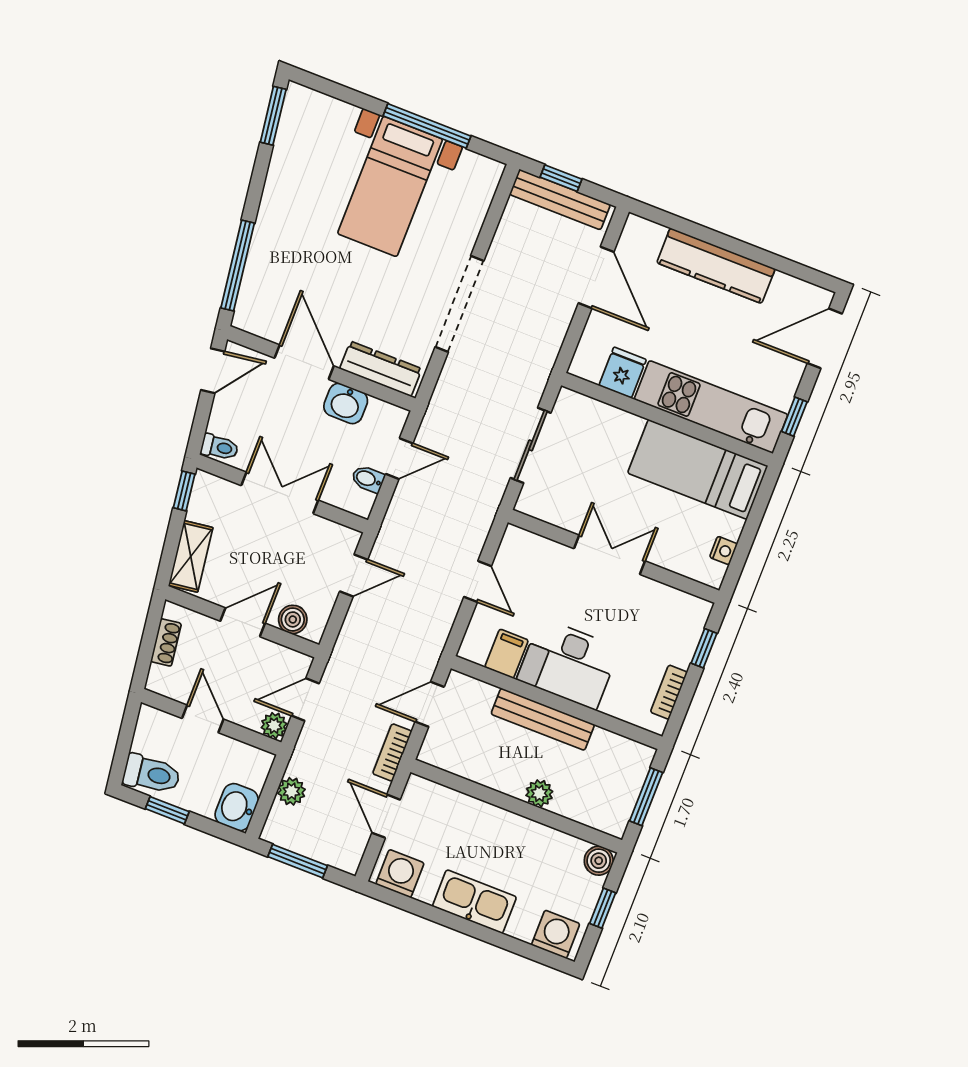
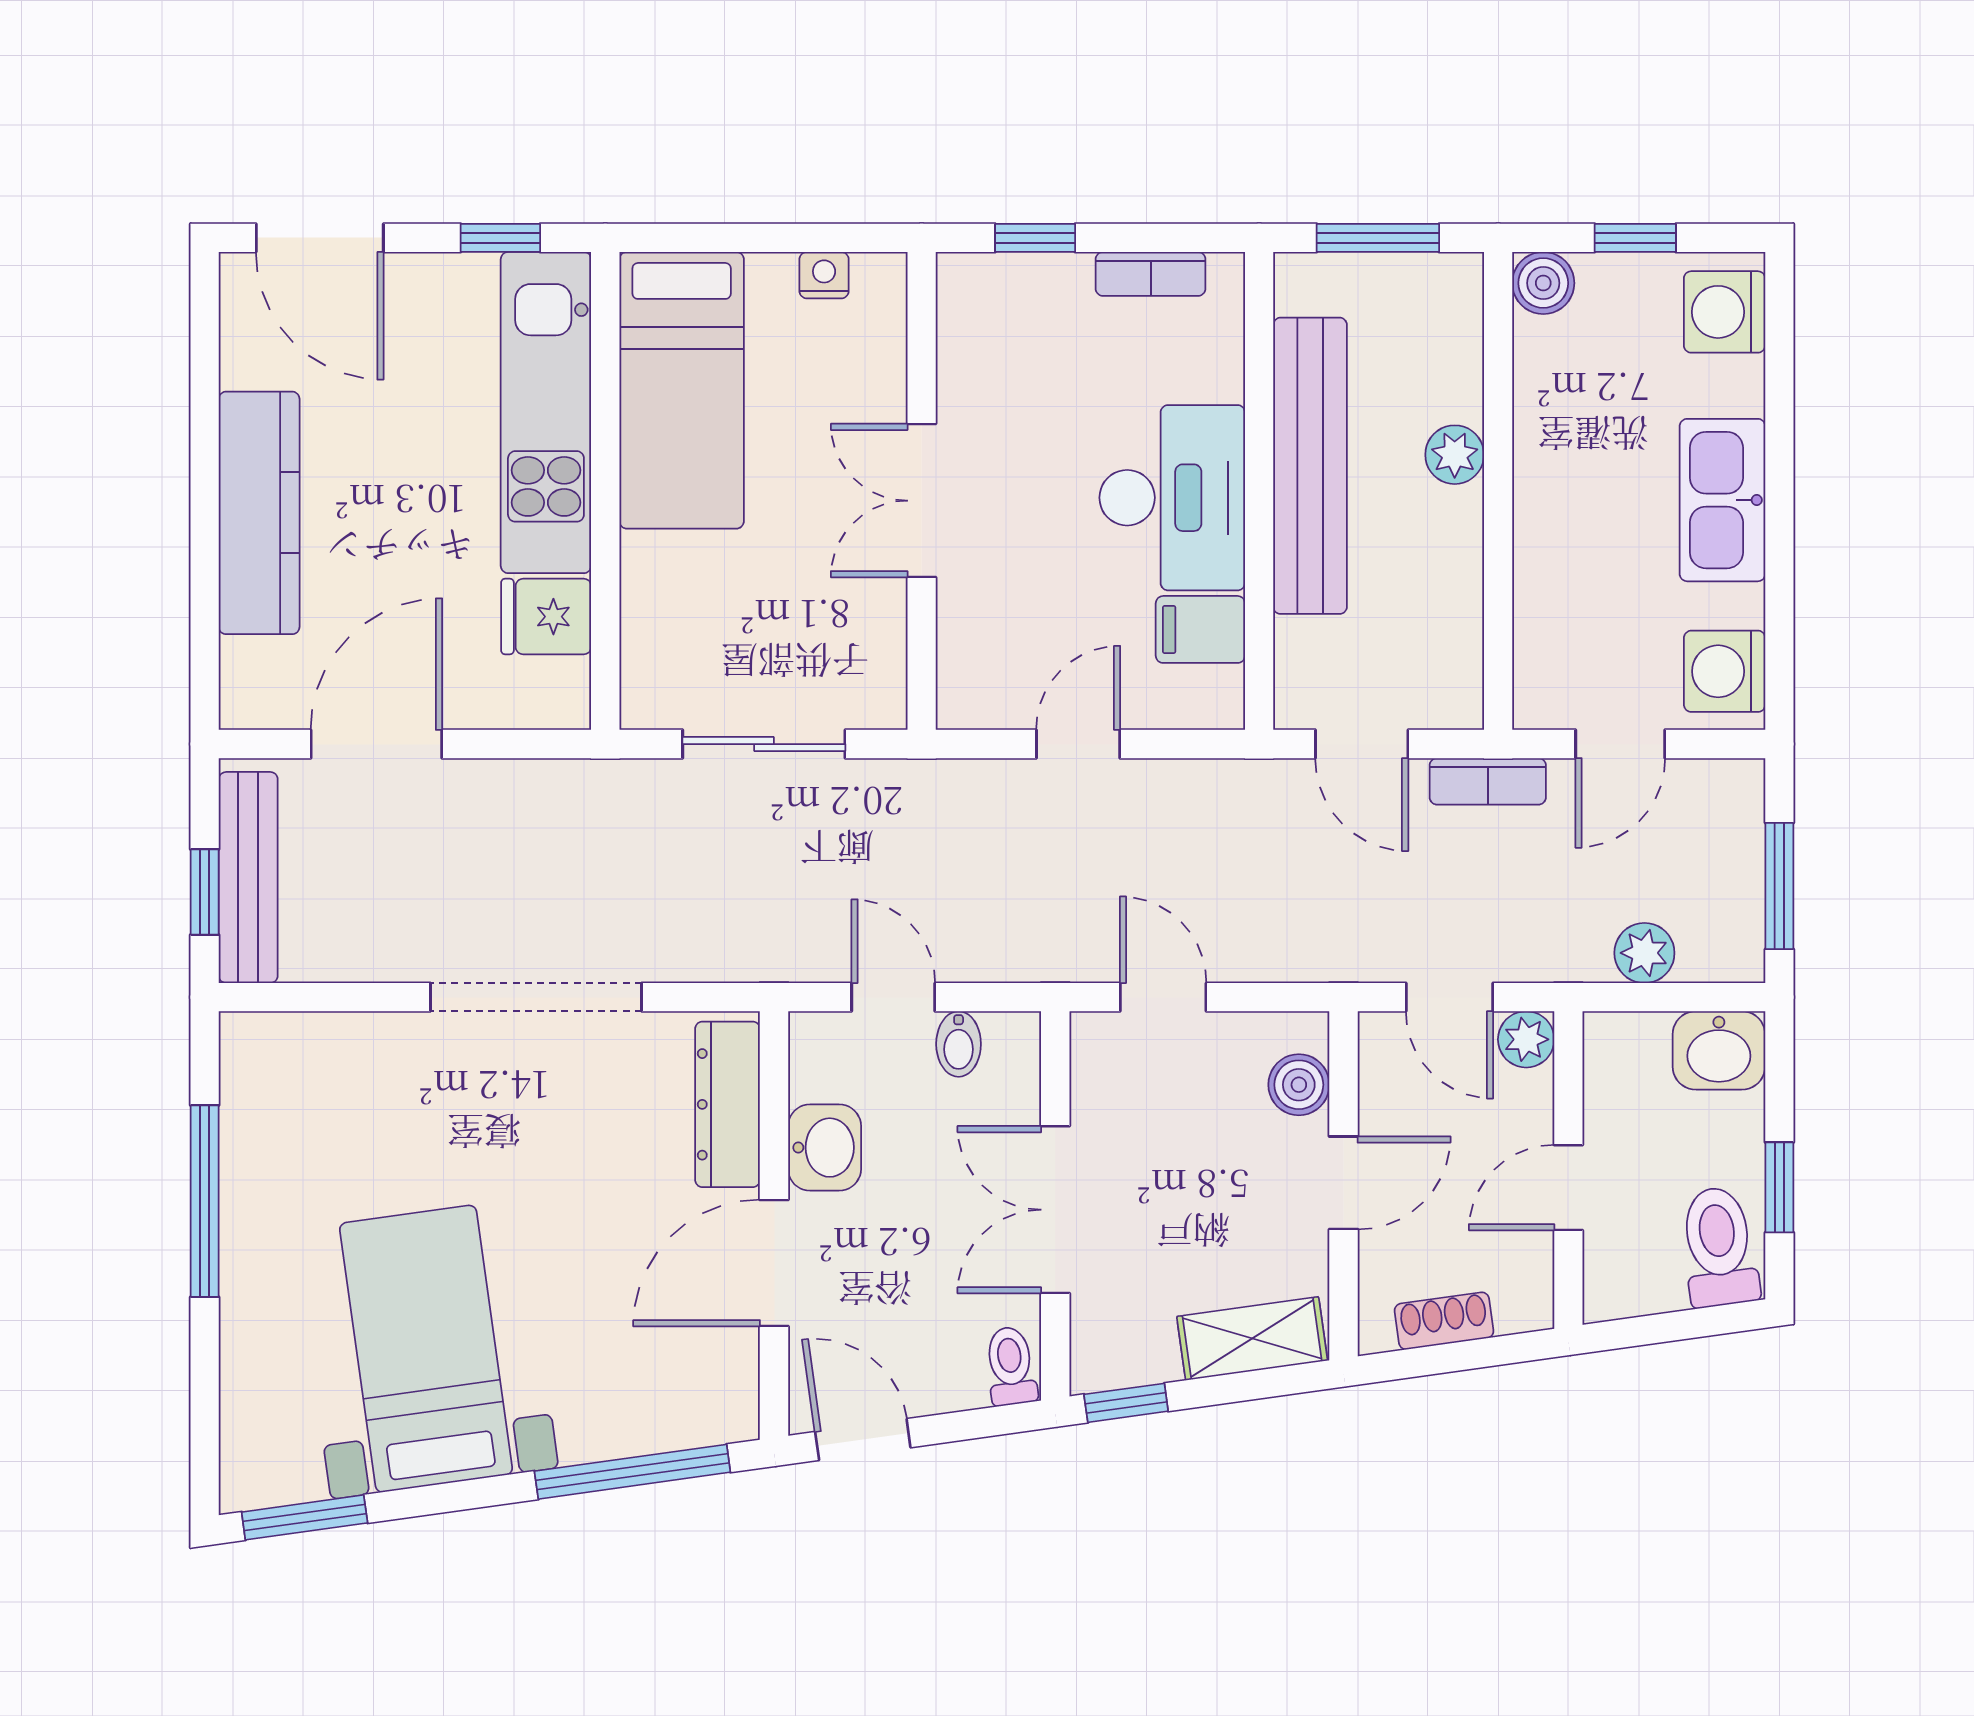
bed with nightstands: (390, 186) -> (426, 1349), moved, turned -98
door: (243, 622) -> (1343, 1183), swing flipped
bench: (543, 719) -> (1310, 466), width x1.37, depth x1.21

